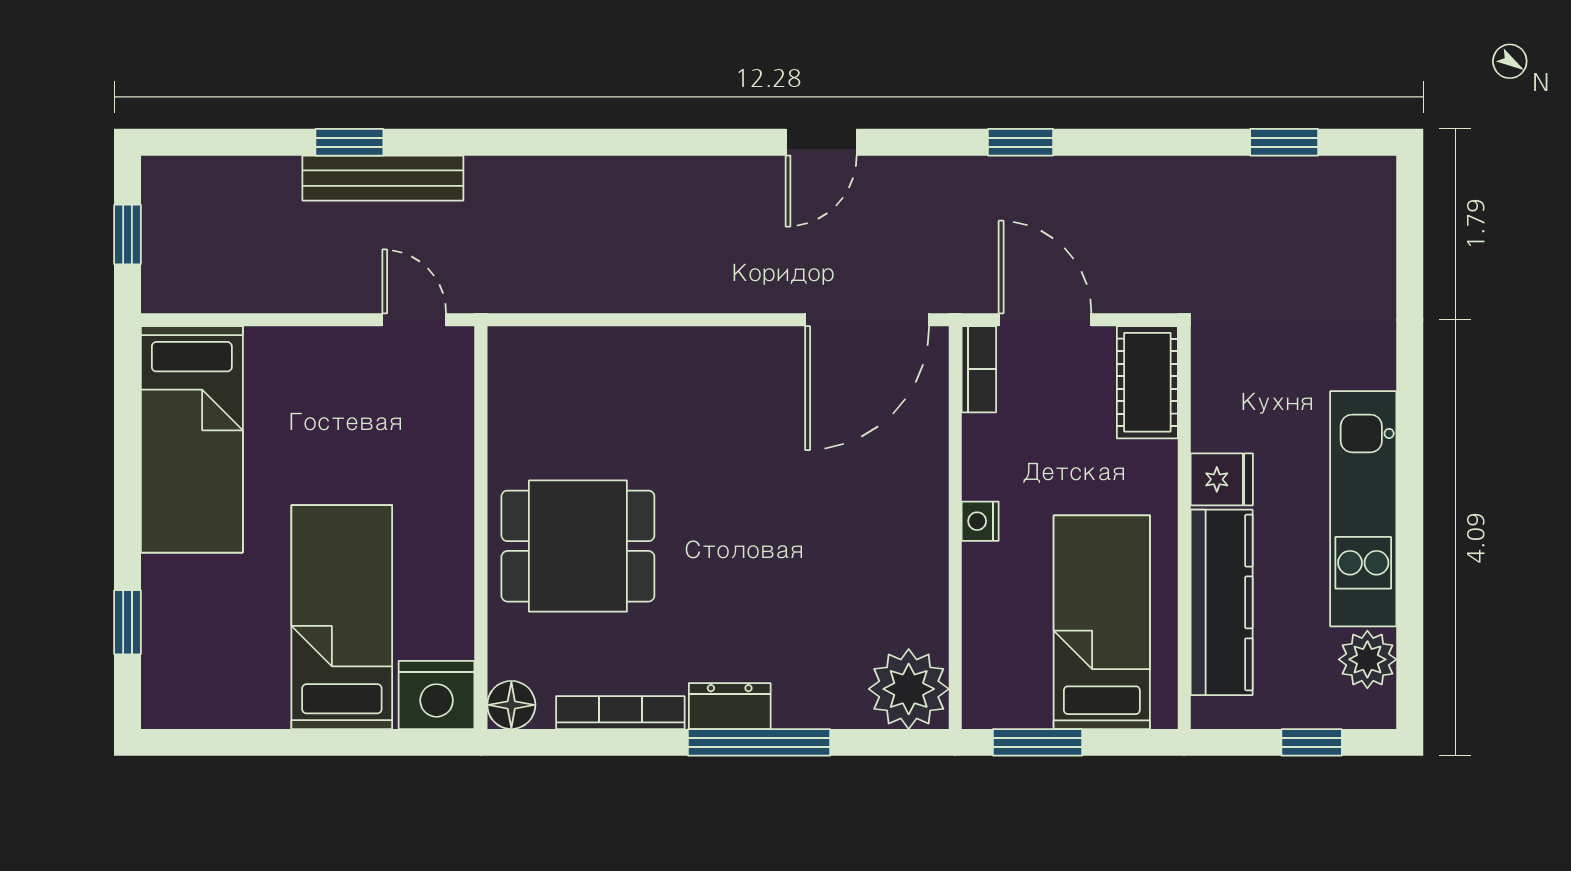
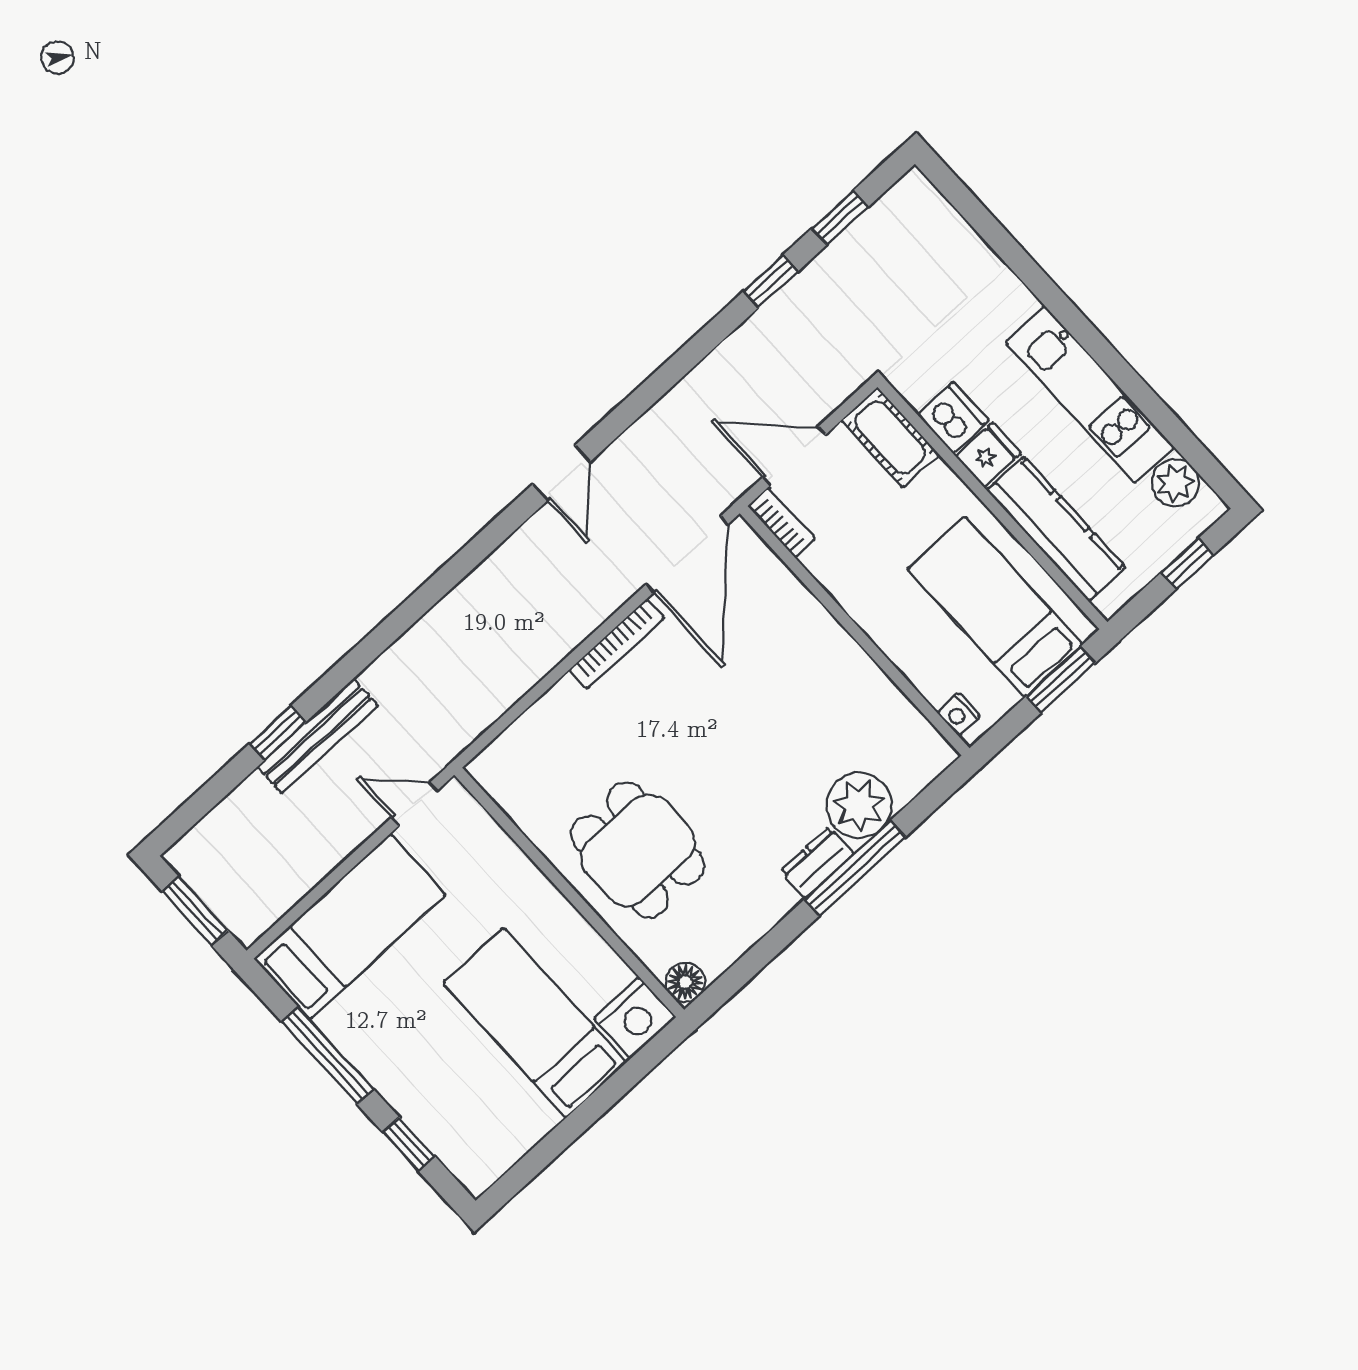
window: (1021, 142) -> (771, 281), moved
window: (128, 235) -> (195, 911), width x1.50
dishwasher: (1221, 417) -> (953, 418), added
bed: (192, 439) -> (350, 927), moved, turned -90
window: (128, 475) -> (328, 1055), added
nightstand: (980, 521) -> (959, 714), moved
dining table: (578, 546) -> (638, 850), turned 90
plant: (909, 689) -> (859, 805), moved
bookcase: (620, 713) -> (617, 644), moved, turned 180
window: (1038, 742) -> (1061, 680), moved

